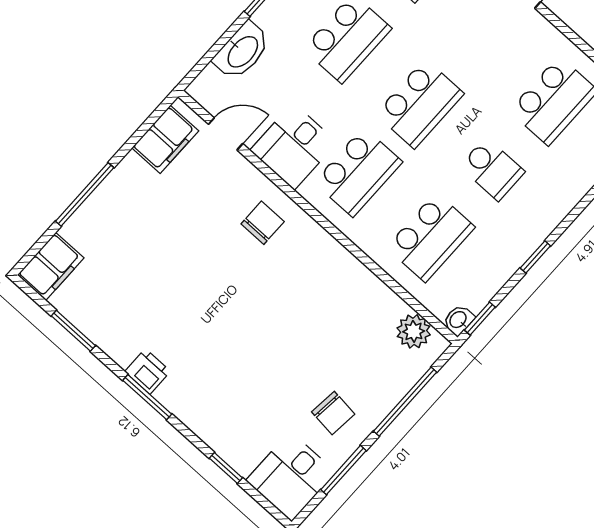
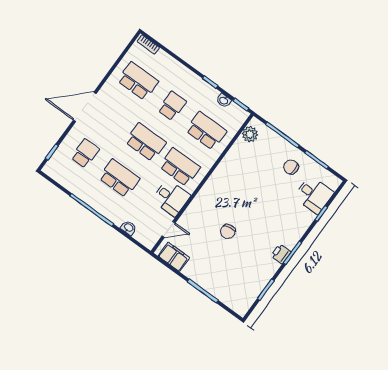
washbasin: (242, 51) -> (128, 228), width x0.52, depth x0.69
door: (226, 134) -> (169, 229), swing flipped
chair: (263, 223) -> (228, 232), moved, turned -100
filing cabinet: (51, 266) -> (237, 303), removed
washbasin: (458, 320) -> (224, 100), moved
chair: (333, 413) -> (291, 167), turned -96
desk: (291, 476) -> (314, 195), moved

